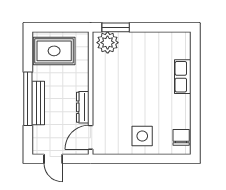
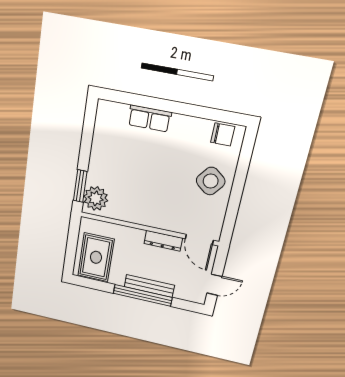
side table: (142, 136) -> (211, 181), turned 38
chair: (181, 137) -> (223, 134), turned 180

